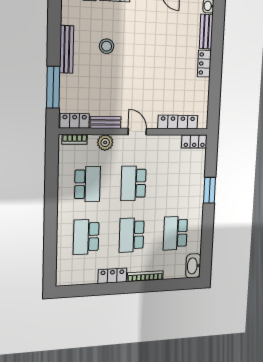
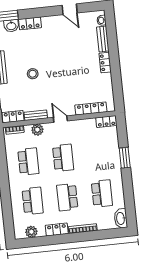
stool: (107, 46) -> (33, 74), moved
school desk: (133, 183) -> (63, 158), turned 180
school desk: (175, 233) -> (102, 193), turned 180
school desk: (86, 237) -> (33, 201), turned 180
plant: (79, 277) -> (31, 232), added

